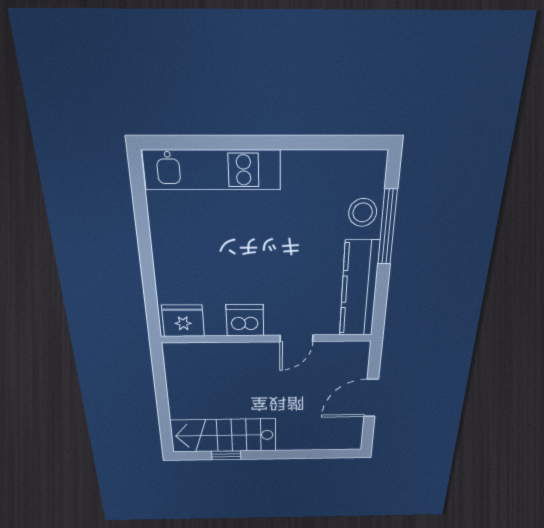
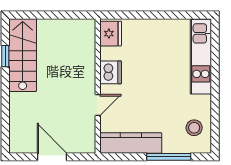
stool: (363, 212) -> (194, 128), moved
door: (296, 338) -> (98, 105), swing flipped

